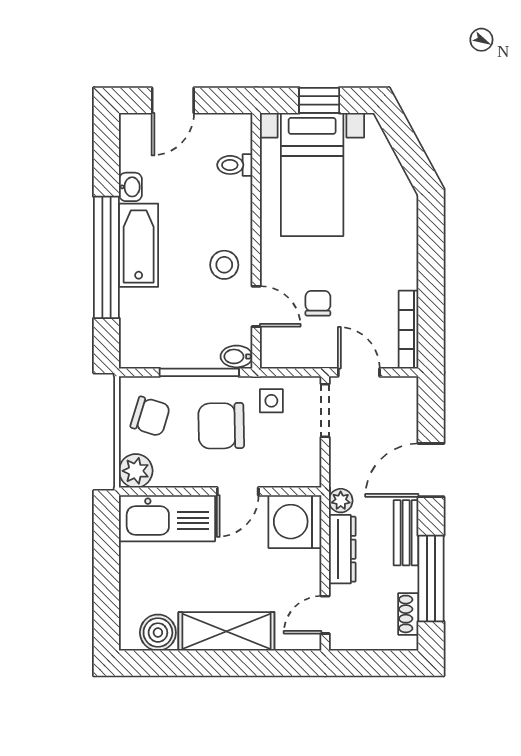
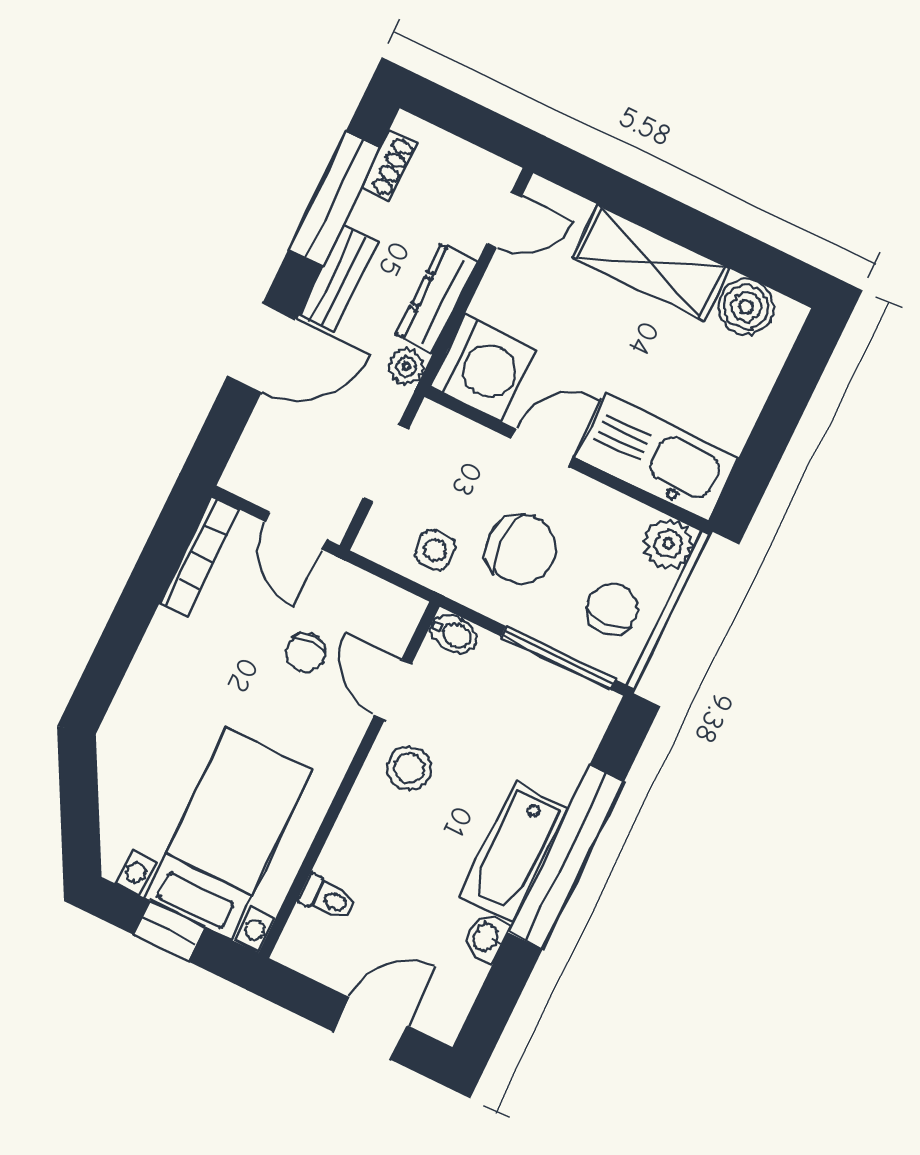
window: (199, 372) -> (558, 658), moved
doorway: (325, 410) -> (386, 464), moved
chair: (150, 416) -> (612, 609), turned 68

